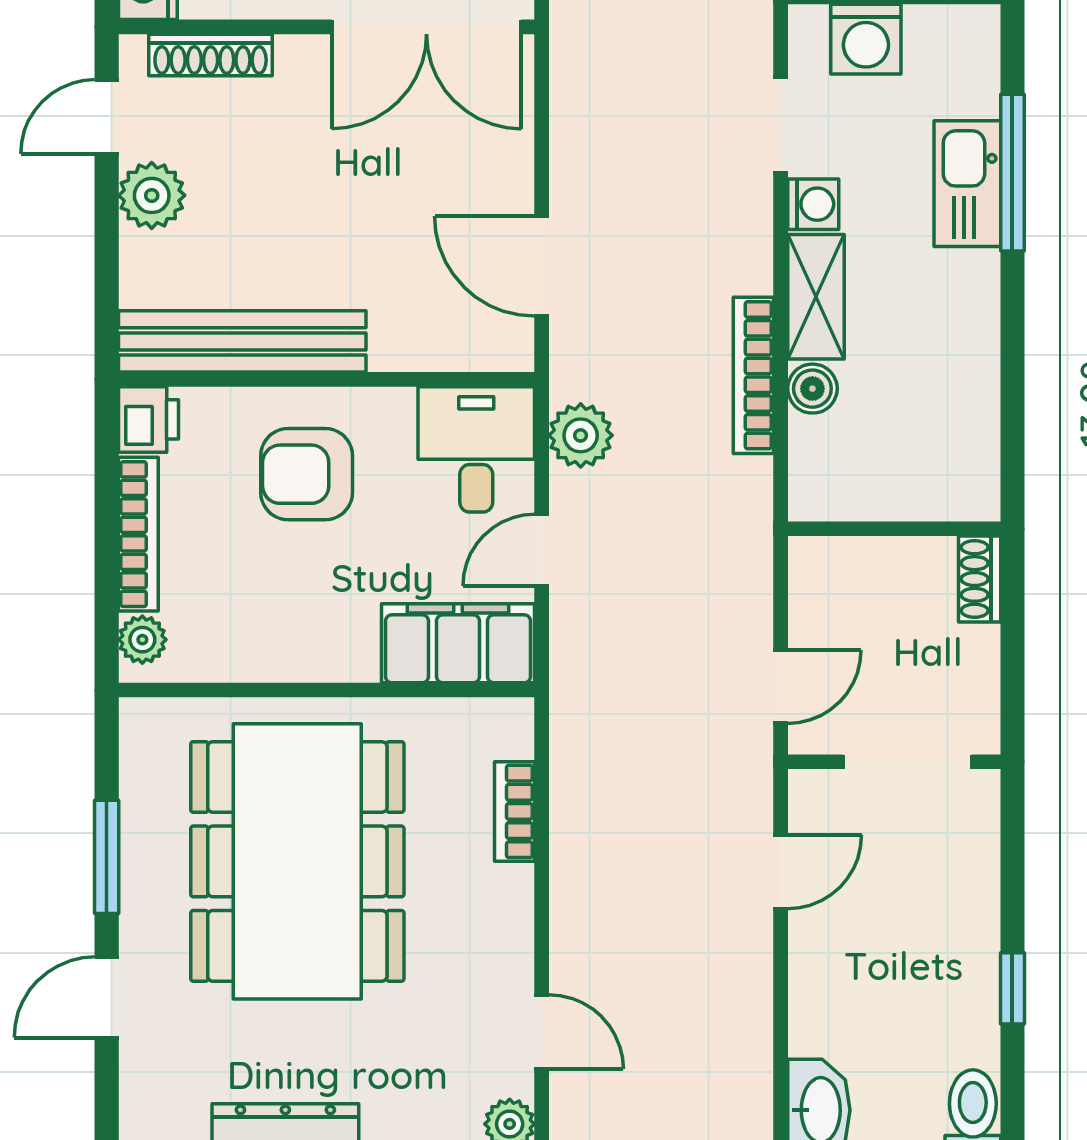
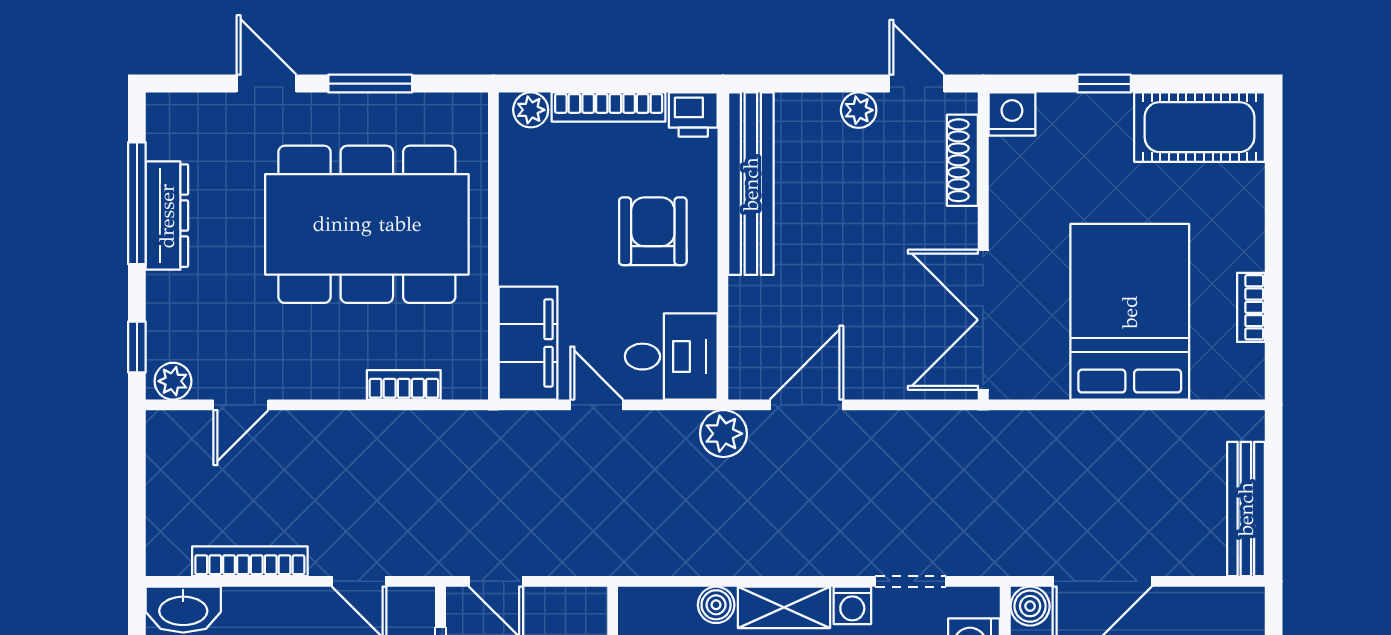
plant: (152, 195) -> (859, 110), width x0.73, depth x0.73
bookcase: (753, 375) -> (250, 561), moved
plant: (581, 435) -> (723, 434), moved

